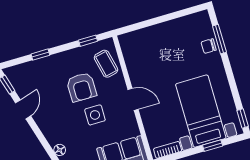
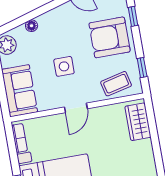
wardrobe: (140, 39) -> (138, 122), added
armchair: (81, 87) -> (110, 37), moved, width x1.36, depth x1.36

